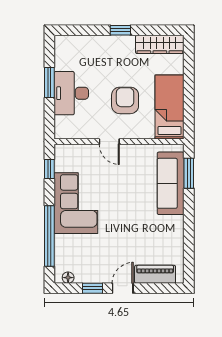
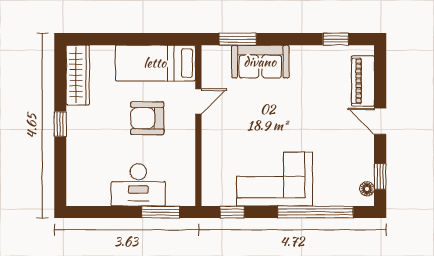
window: (49, 82) -> (161, 212), moved
door: (109, 142) -> (198, 101), moved
sofa: (171, 183) -> (260, 62), width x0.73
window: (189, 252) -> (336, 39), added
window: (92, 288) -> (380, 176), moved

